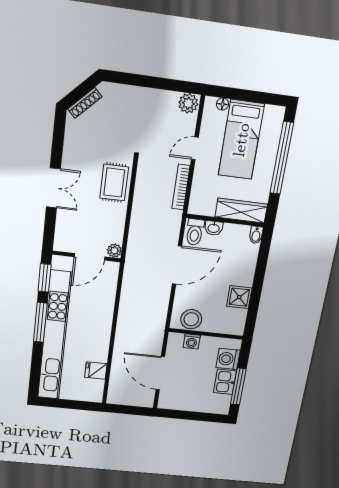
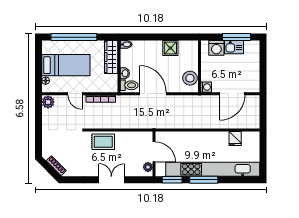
plant: (114, 251) -> (148, 167), moved
washing machine: (192, 341) -> (206, 87), moved

